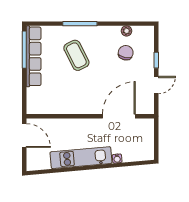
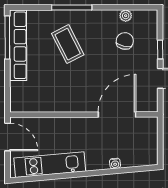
kitchen unit: (81, 158) -> (50, 165), moved

